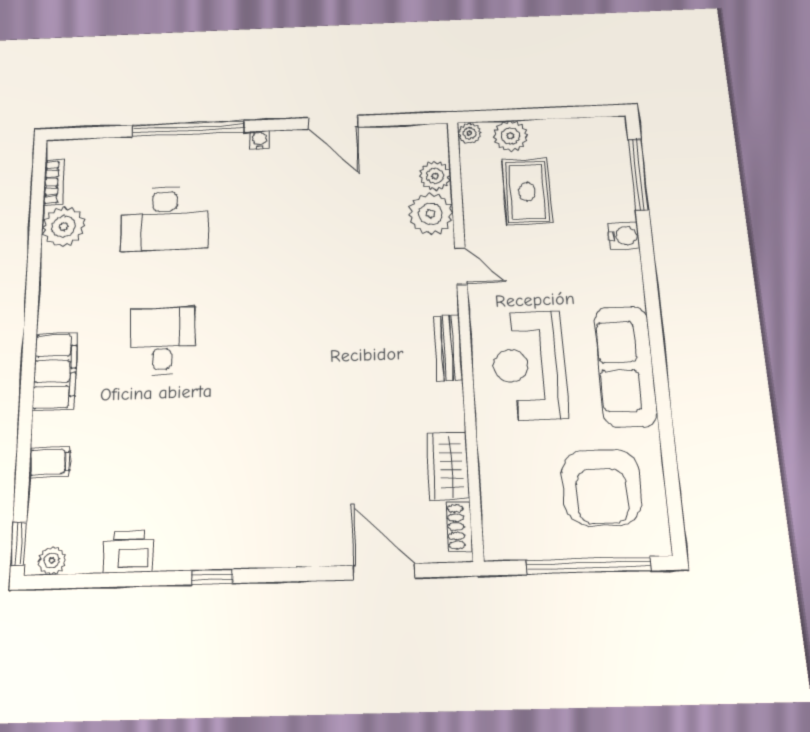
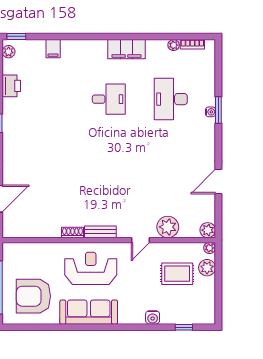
window: (188, 129) -> (218, 110), width x0.47
water cooler: (260, 140) -> (210, 112), moved
window: (638, 174) -> (184, 327), width x0.46
plant: (435, 176) -> (208, 230), moved
plant: (64, 227) -> (174, 45), width x0.53, depth x0.53
filing cabinet: (55, 371) -> (127, 49), moved
wardrobe: (448, 466) -> (45, 229), removed
shoe rack: (459, 527) -> (72, 232), moved

